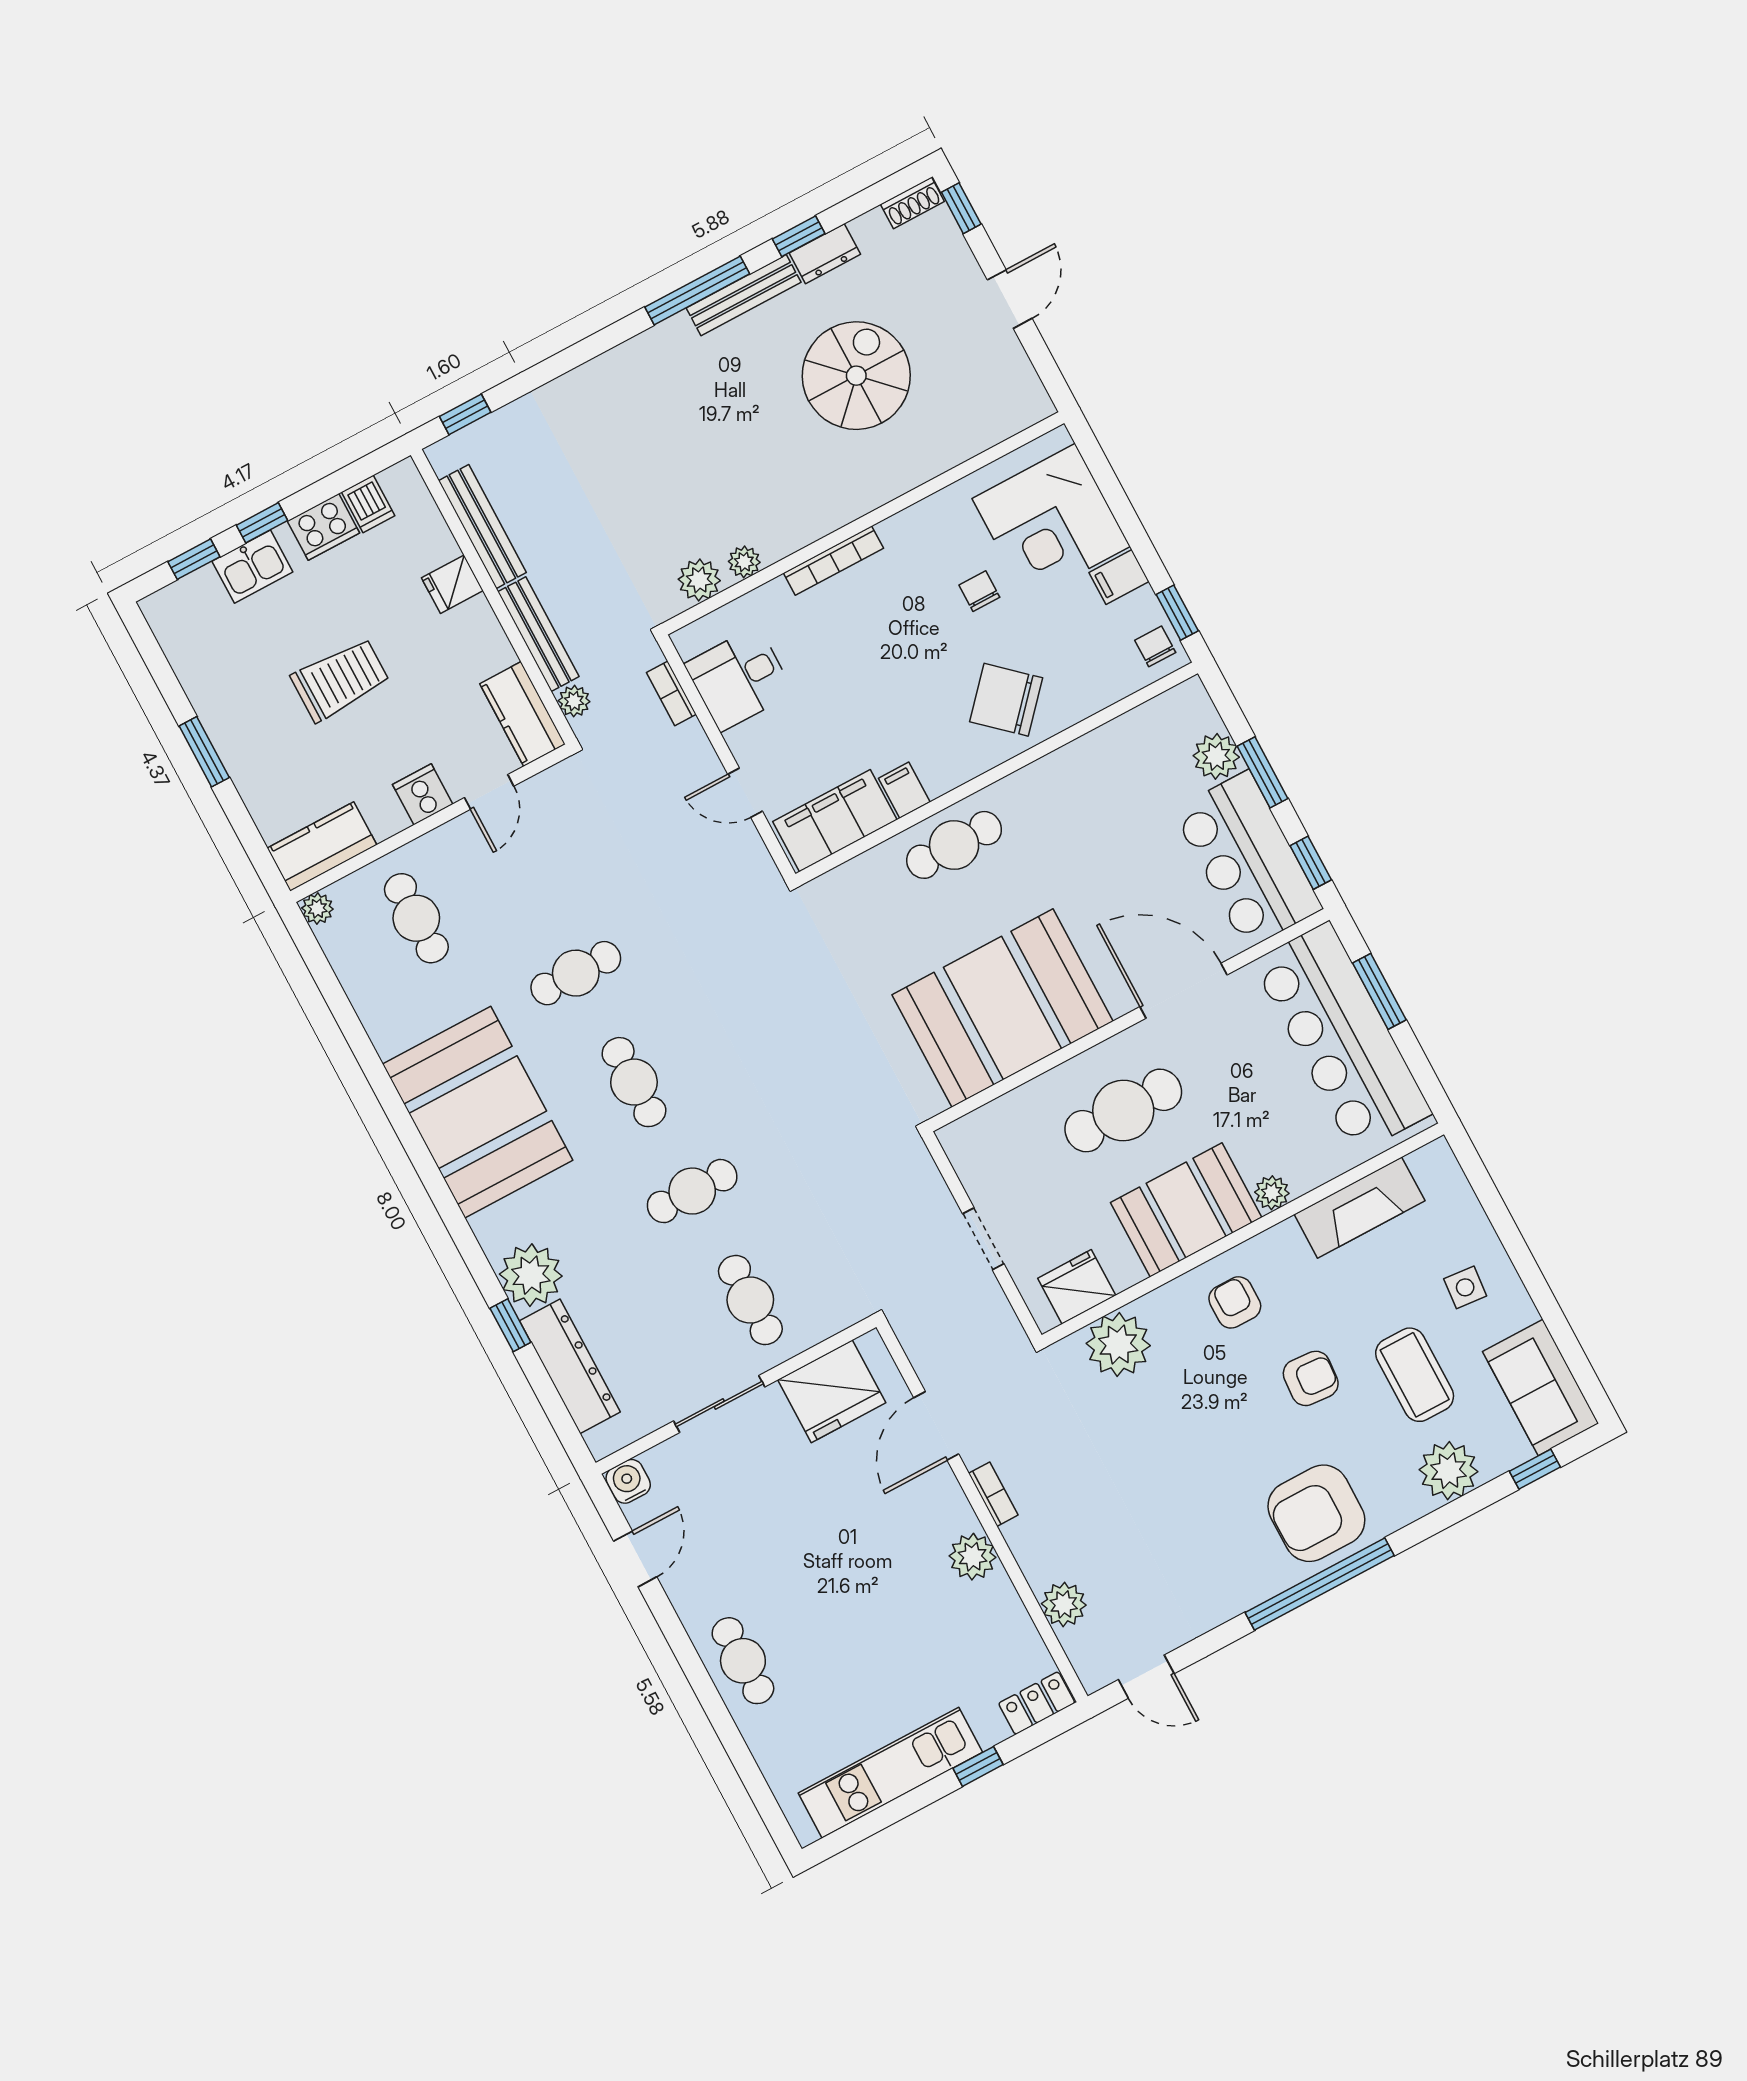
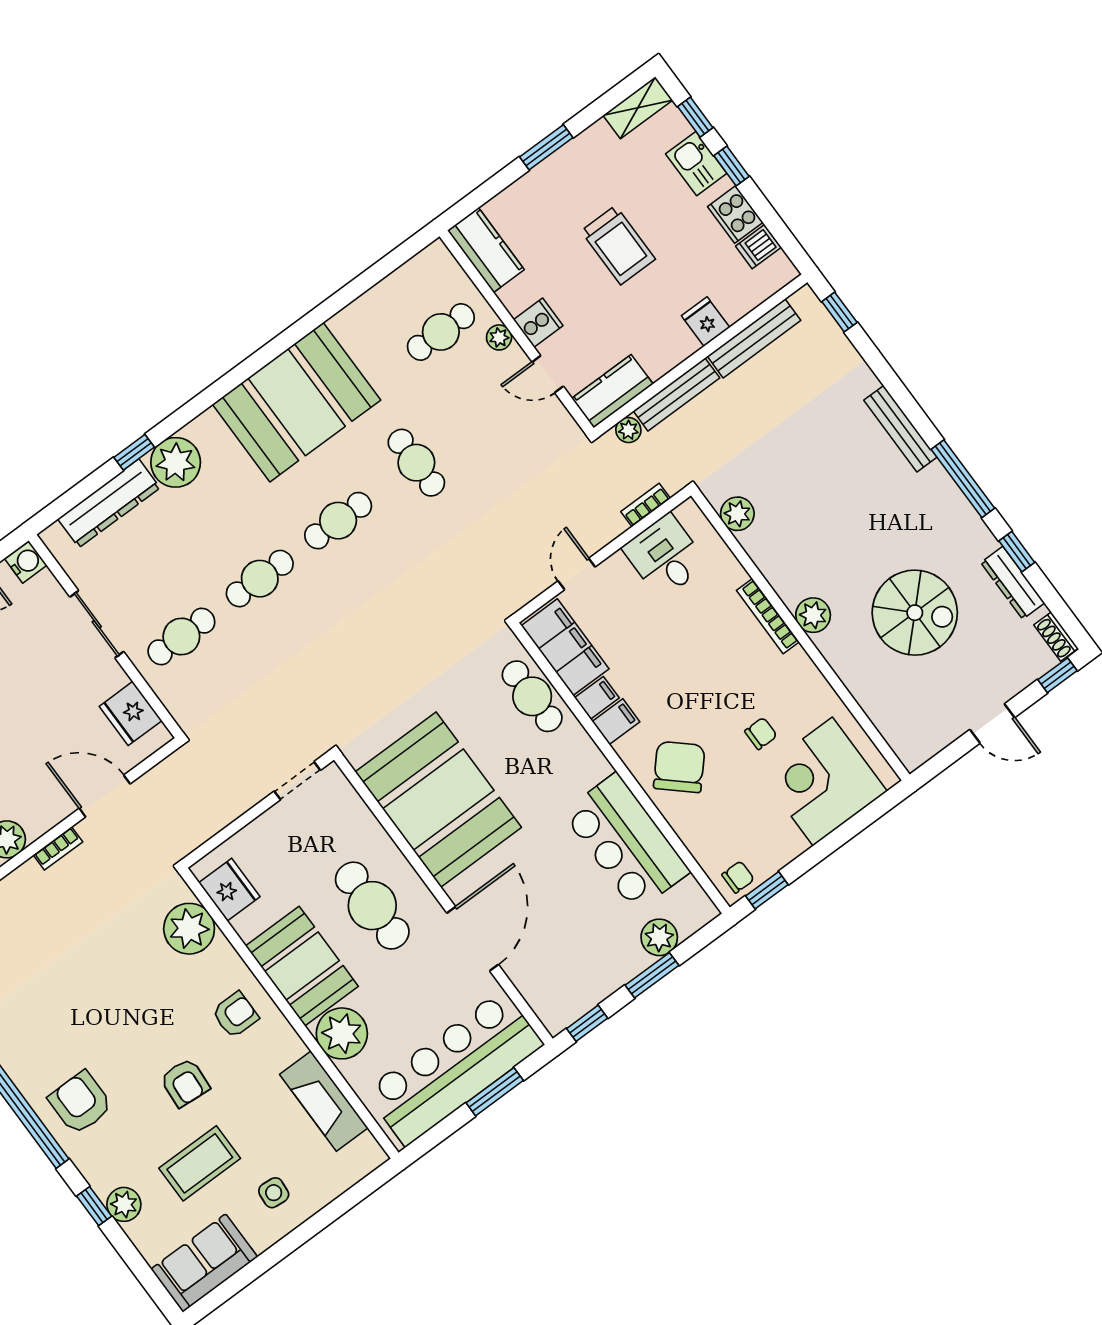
dresser: (825, 254) -> (1013, 583), width x1.44
bench: (744, 295) -> (900, 429), moved
plant: (744, 562) -> (813, 615), moved, width x1.38, depth x1.38
filing cabinet: (1119, 577) -> (616, 722), moved, turned 90
shelving: (172, 630) -> (638, 108), added
cafe table: (954, 845) -> (532, 696), moved
bar counter: (1247, 860) -> (626, 842), moved, turned -90
plant: (317, 909) -> (499, 337), moved
cafe table: (692, 1191) -> (260, 579), turned 90
plant: (1272, 1193) -> (342, 1033), width x1.88, depth x1.88
doorway: (983, 1239) -> (297, 781), moved
fridge: (832, 1391) -> (131, 713), width x0.73, depth x0.75
window: (1535, 1469) -> (94, 1206), moved
plant: (1448, 1471) -> (124, 1204), width x0.73, depth x0.73
armchair: (1316, 1513) -> (80, 1103), width x0.73, depth x0.73

